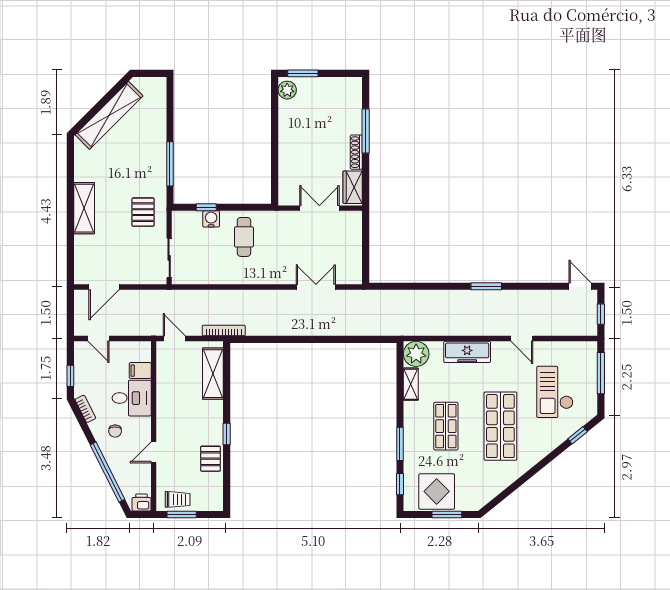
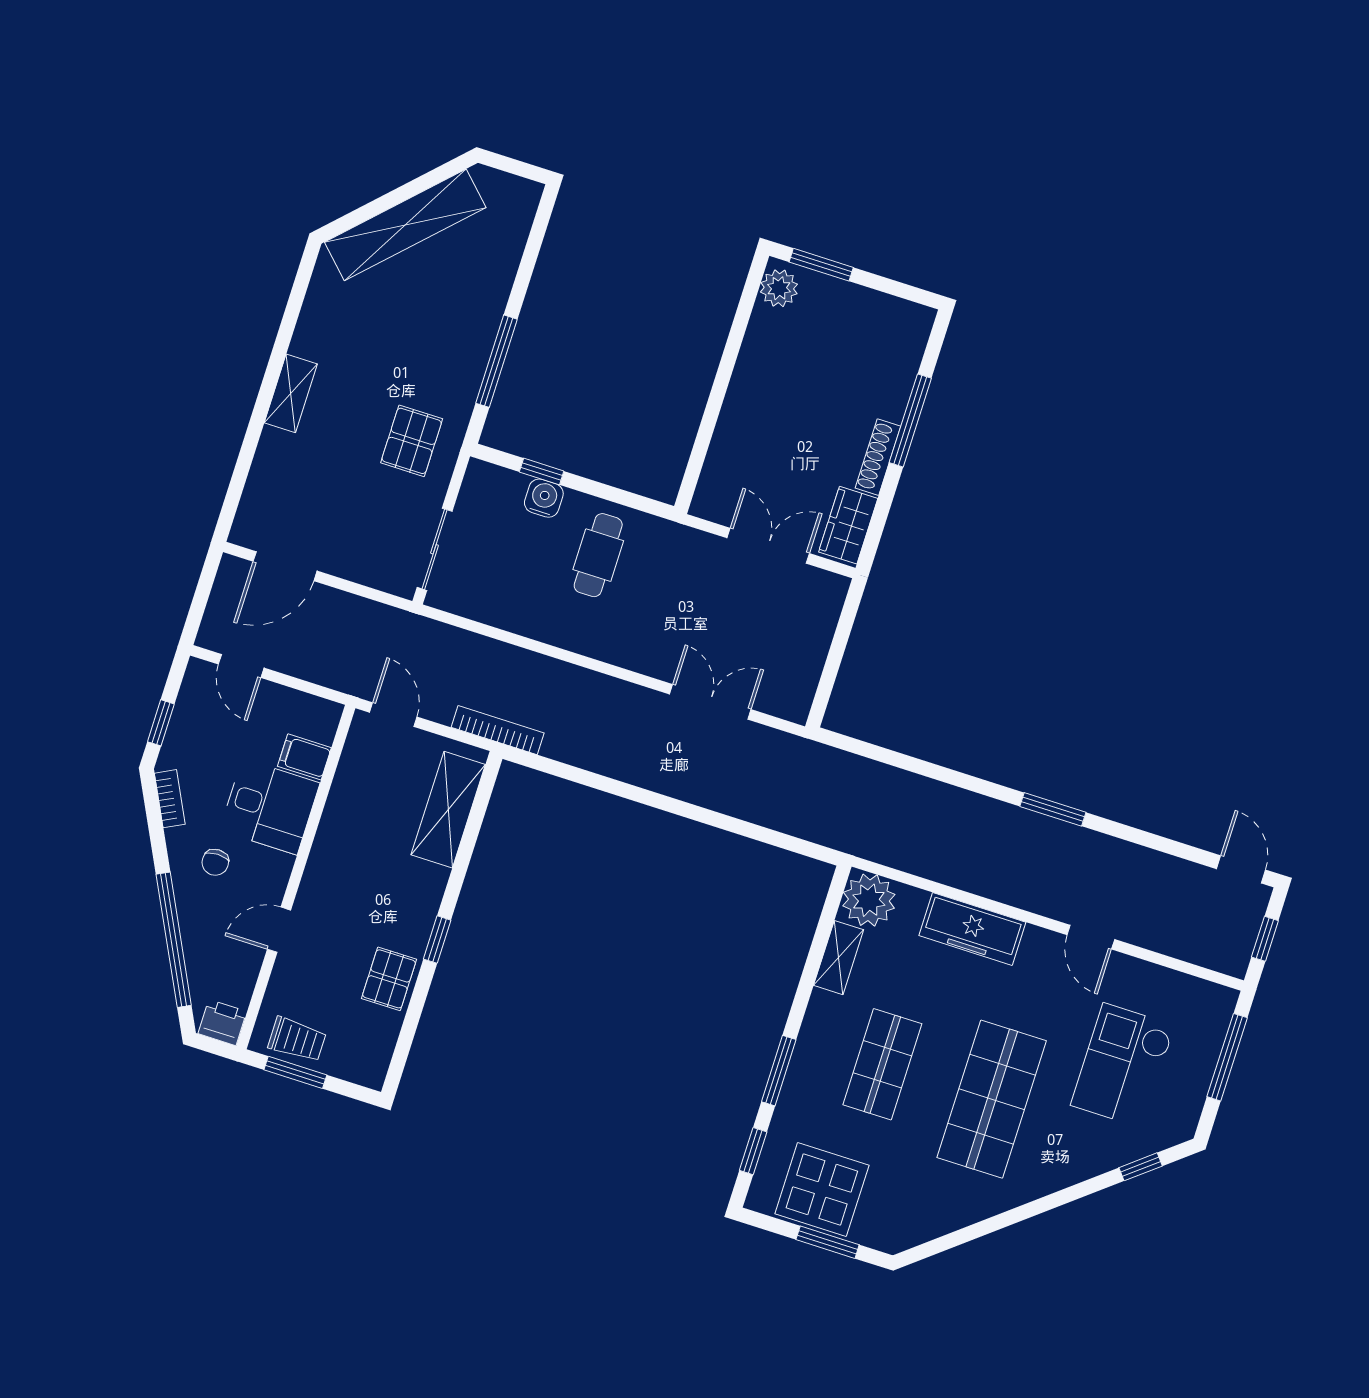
shelving: (84, 208) -> (291, 393), width x0.67, depth x0.75

